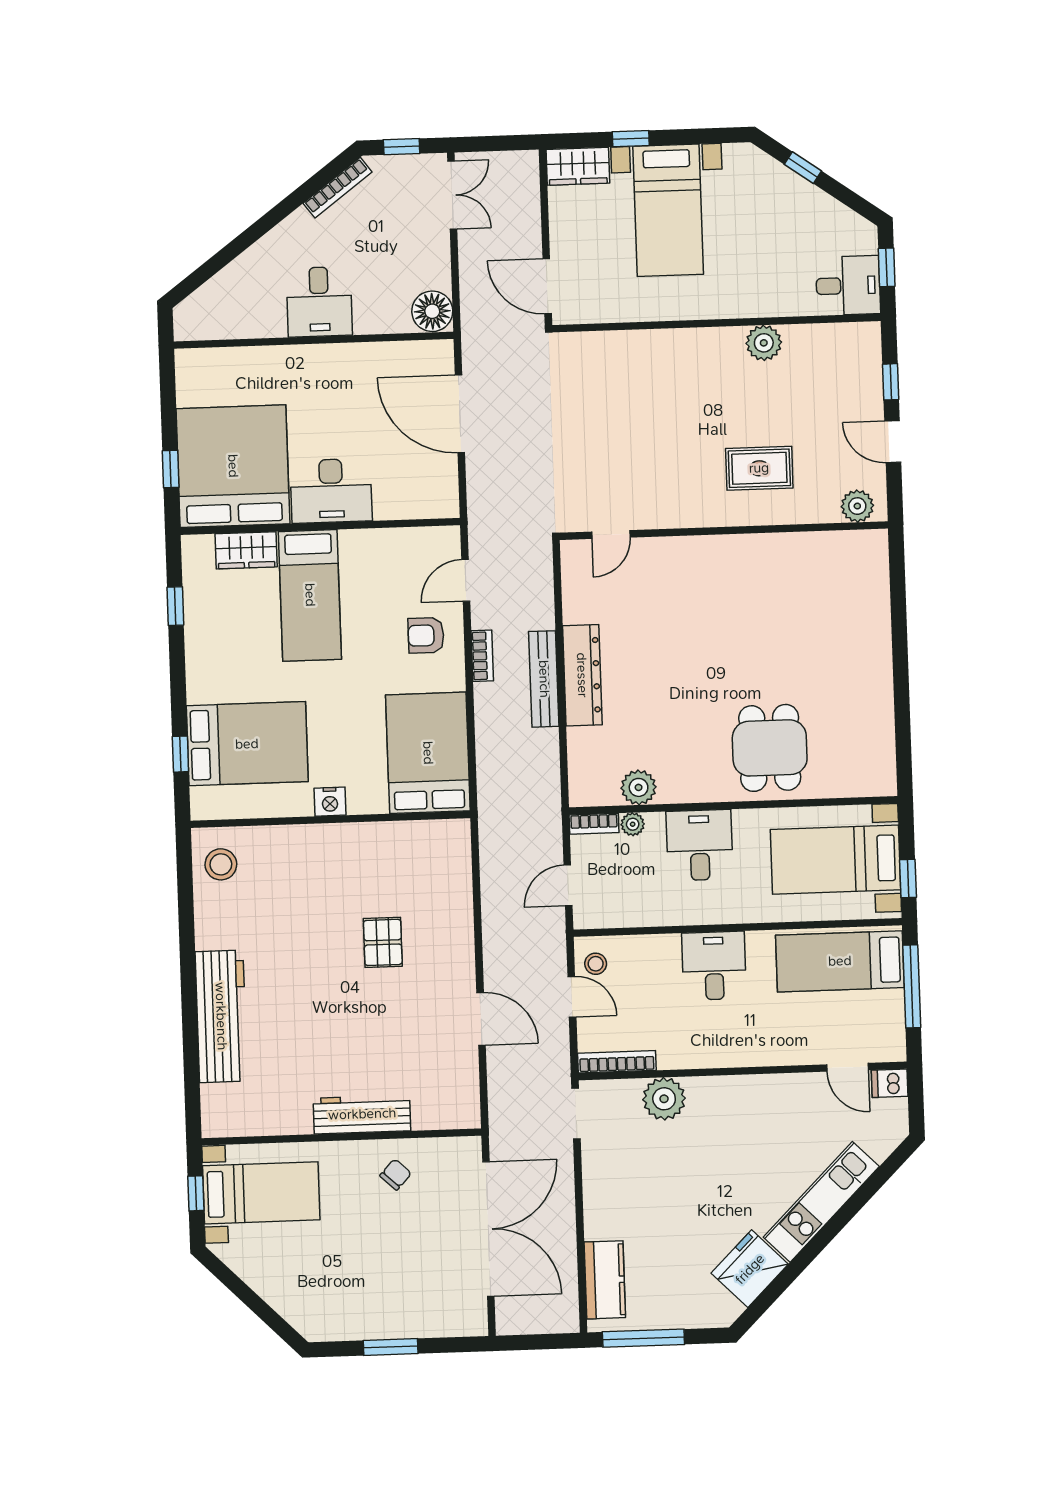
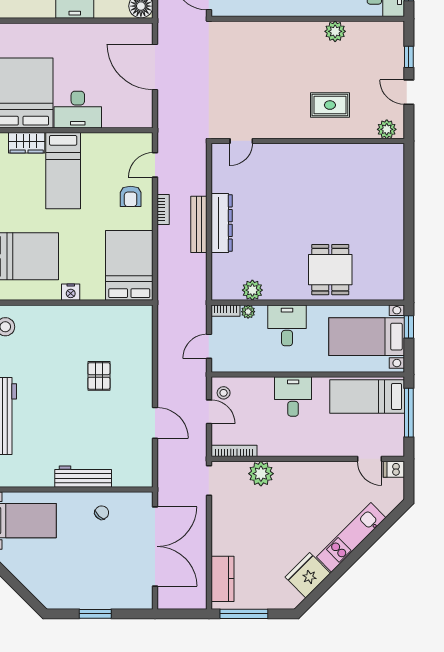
armchair: (426, 635) -> (131, 196), turned -90
window: (908, 879) -> (409, 327), moved

